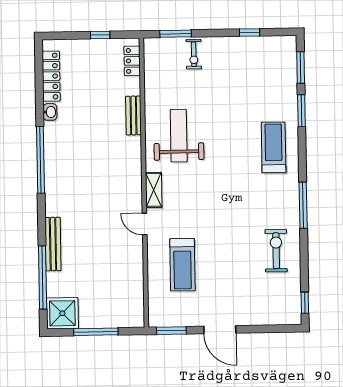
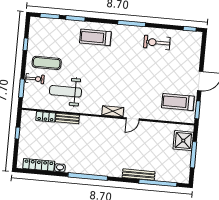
locker: (132, 61) -> (46, 117), moved
exercise mat: (222, 71) -> (47, 63), added
weight bench: (179, 136) -> (65, 91), moved
treadmill: (182, 265) -> (178, 102), moved, turned 180
shower: (62, 313) -> (183, 141), moved

